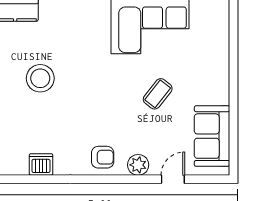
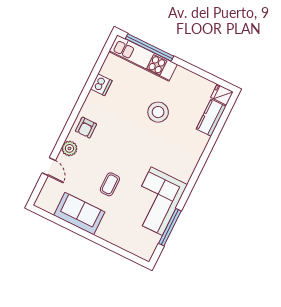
coffee table: (158, 94) -> (110, 184), turned 52
sofa: (212, 136) -> (79, 214), moved

